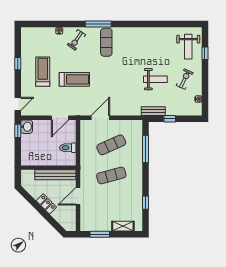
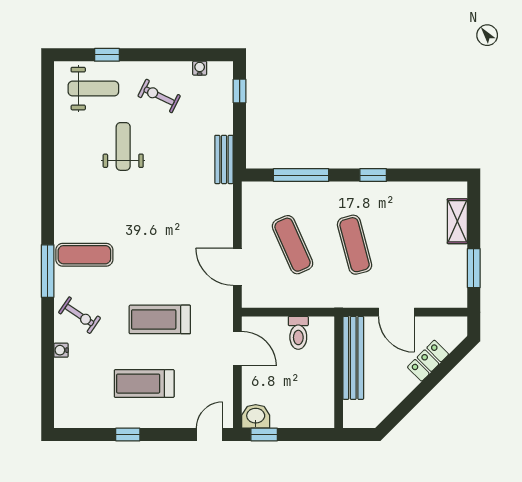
treadmill: (74, 79) -> (160, 319), turned -90
weight bench: (155, 79) -> (123, 146), moved
door: (18, 104) -> (210, 435), hinge flipped
window: (170, 119) -> (240, 91), moved
window: (146, 203) -> (373, 175), moved
locker: (46, 204) -> (428, 361), moved

